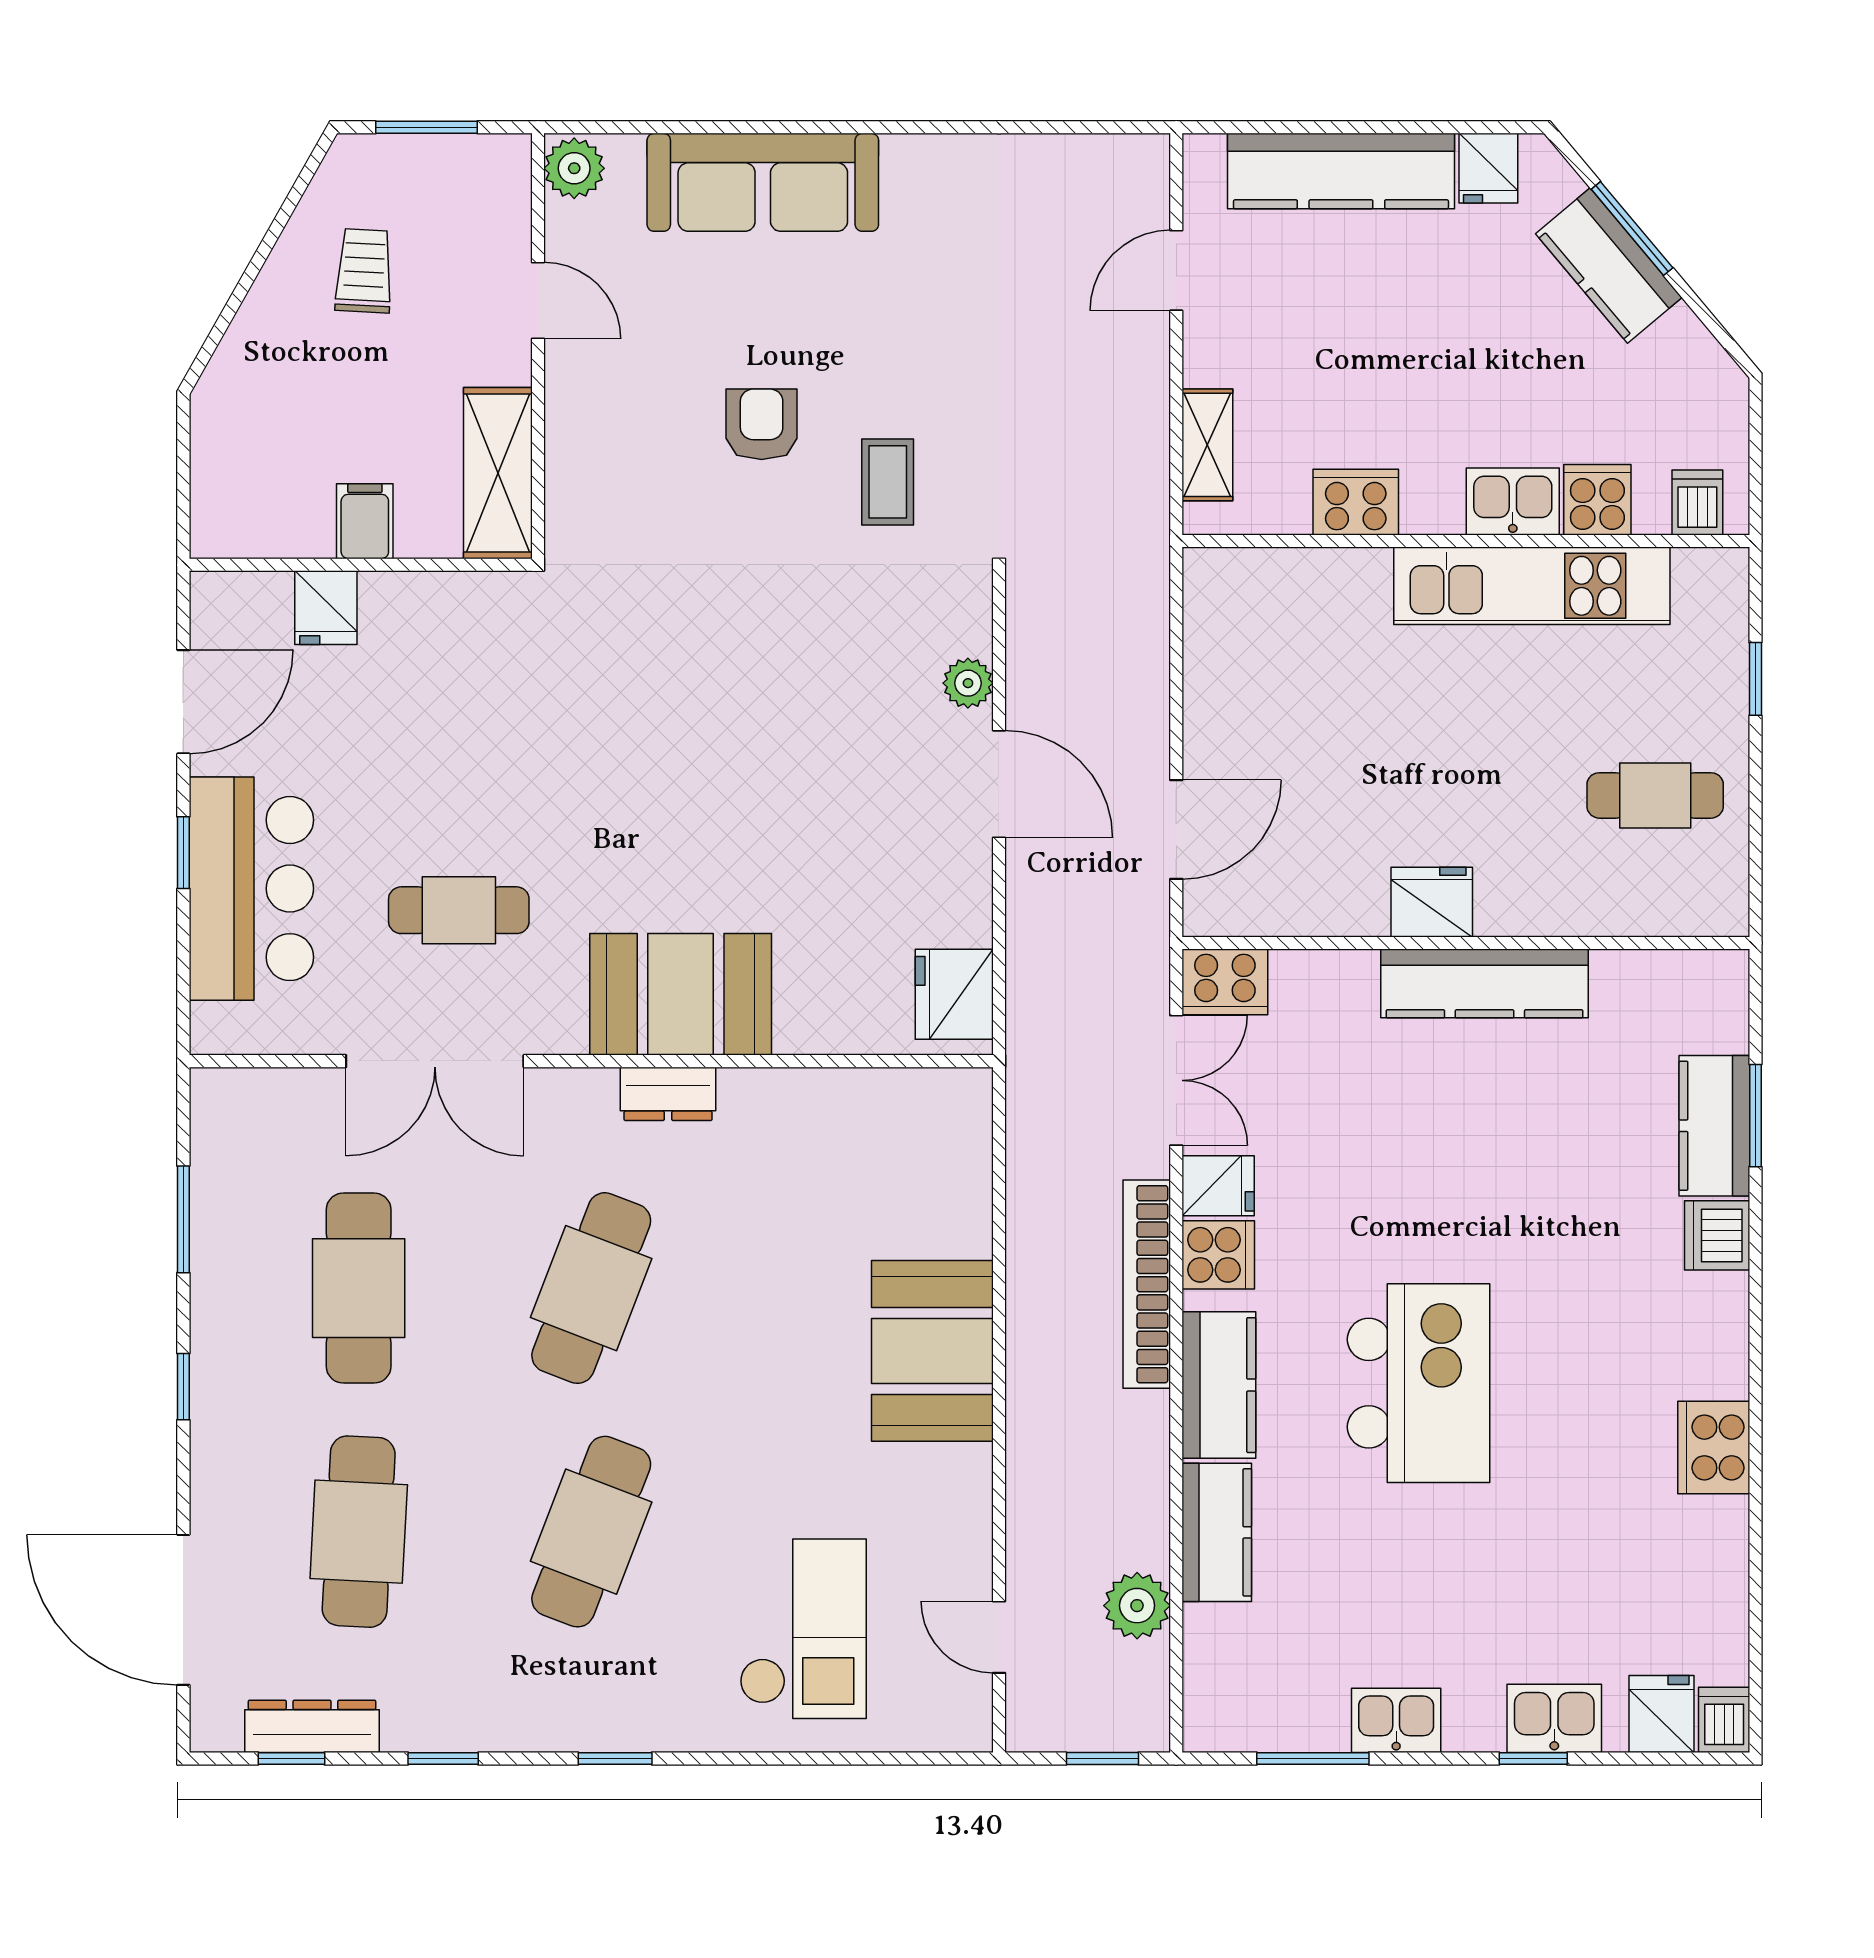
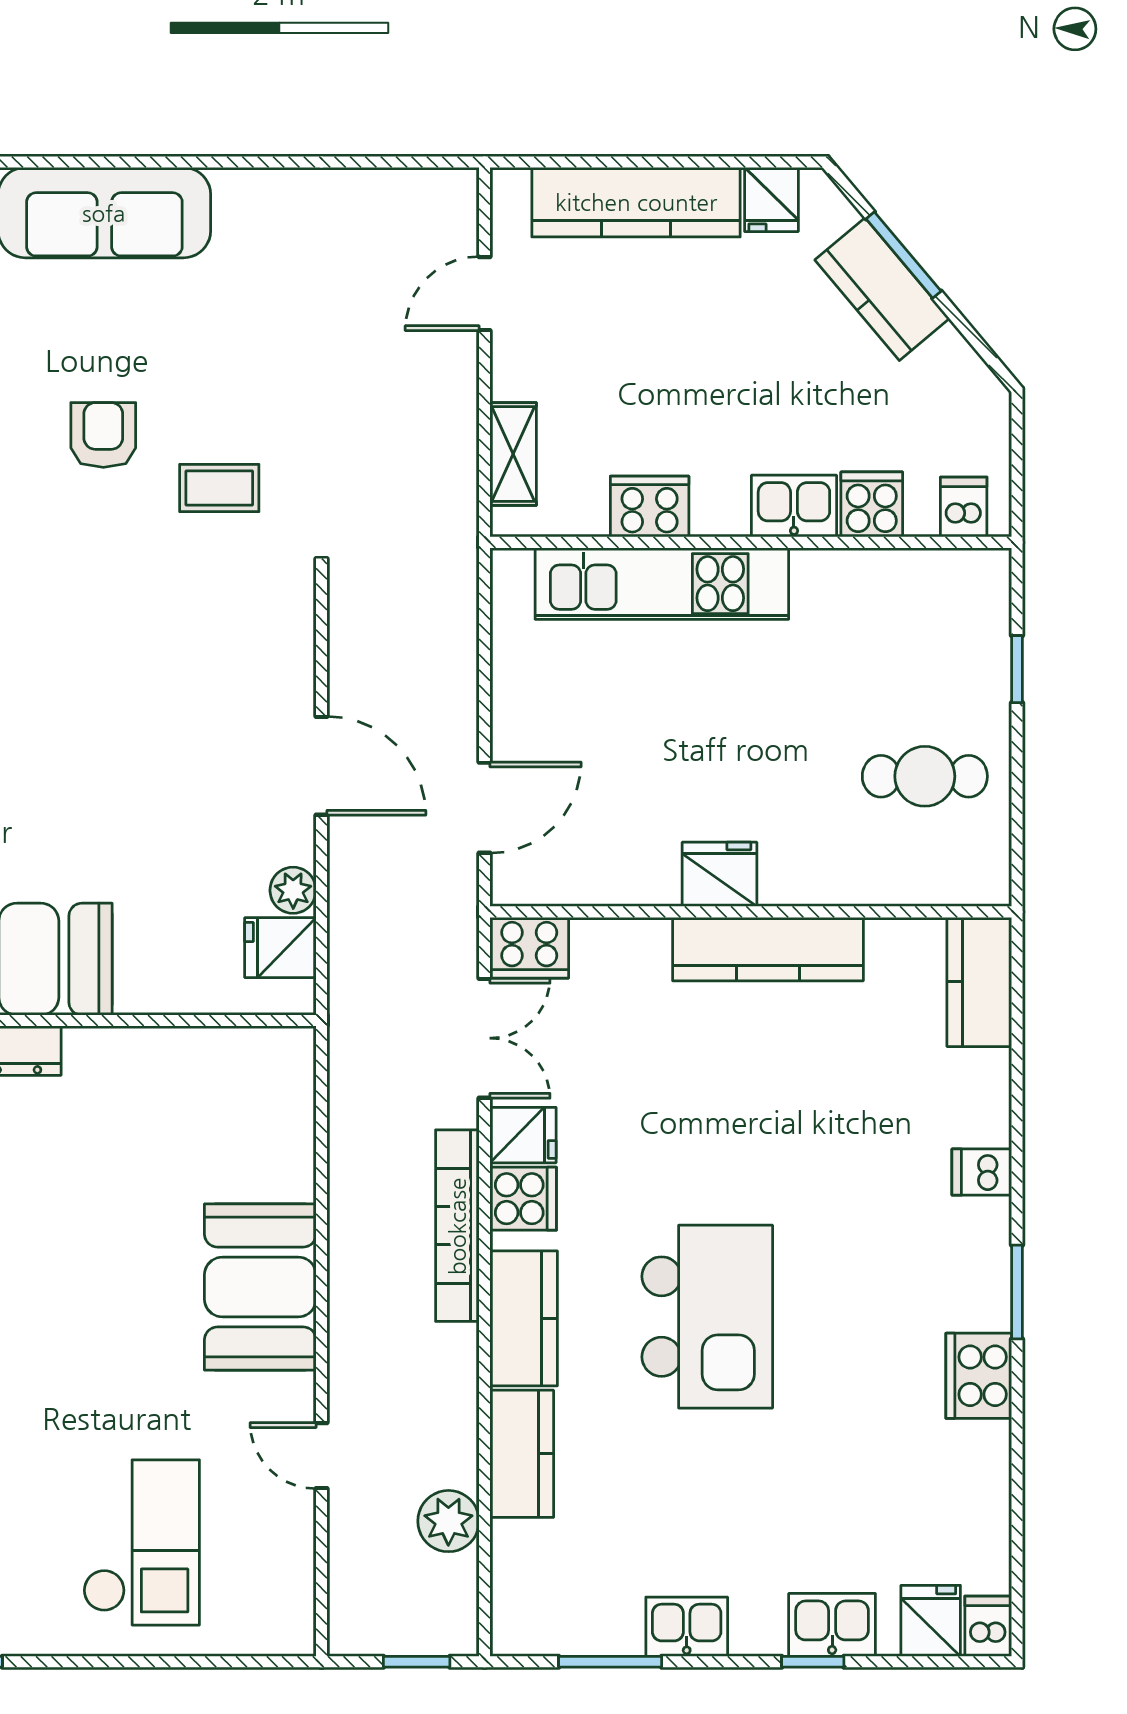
coffee table: (888, 482) -> (219, 488), turned 90
kitchen unit: (1532, 586) -> (662, 584), moved
plant: (968, 683) -> (293, 890), moved
fridge: (954, 994) -> (280, 948), width x0.72
window: (1755, 1116) -> (1017, 1292), moved
kitchen counter: (1714, 1126) -> (979, 982), moved
dishwasher: (1717, 1235) -> (982, 1172), width x0.73
door: (999, 1637) -> (322, 1456), moved

